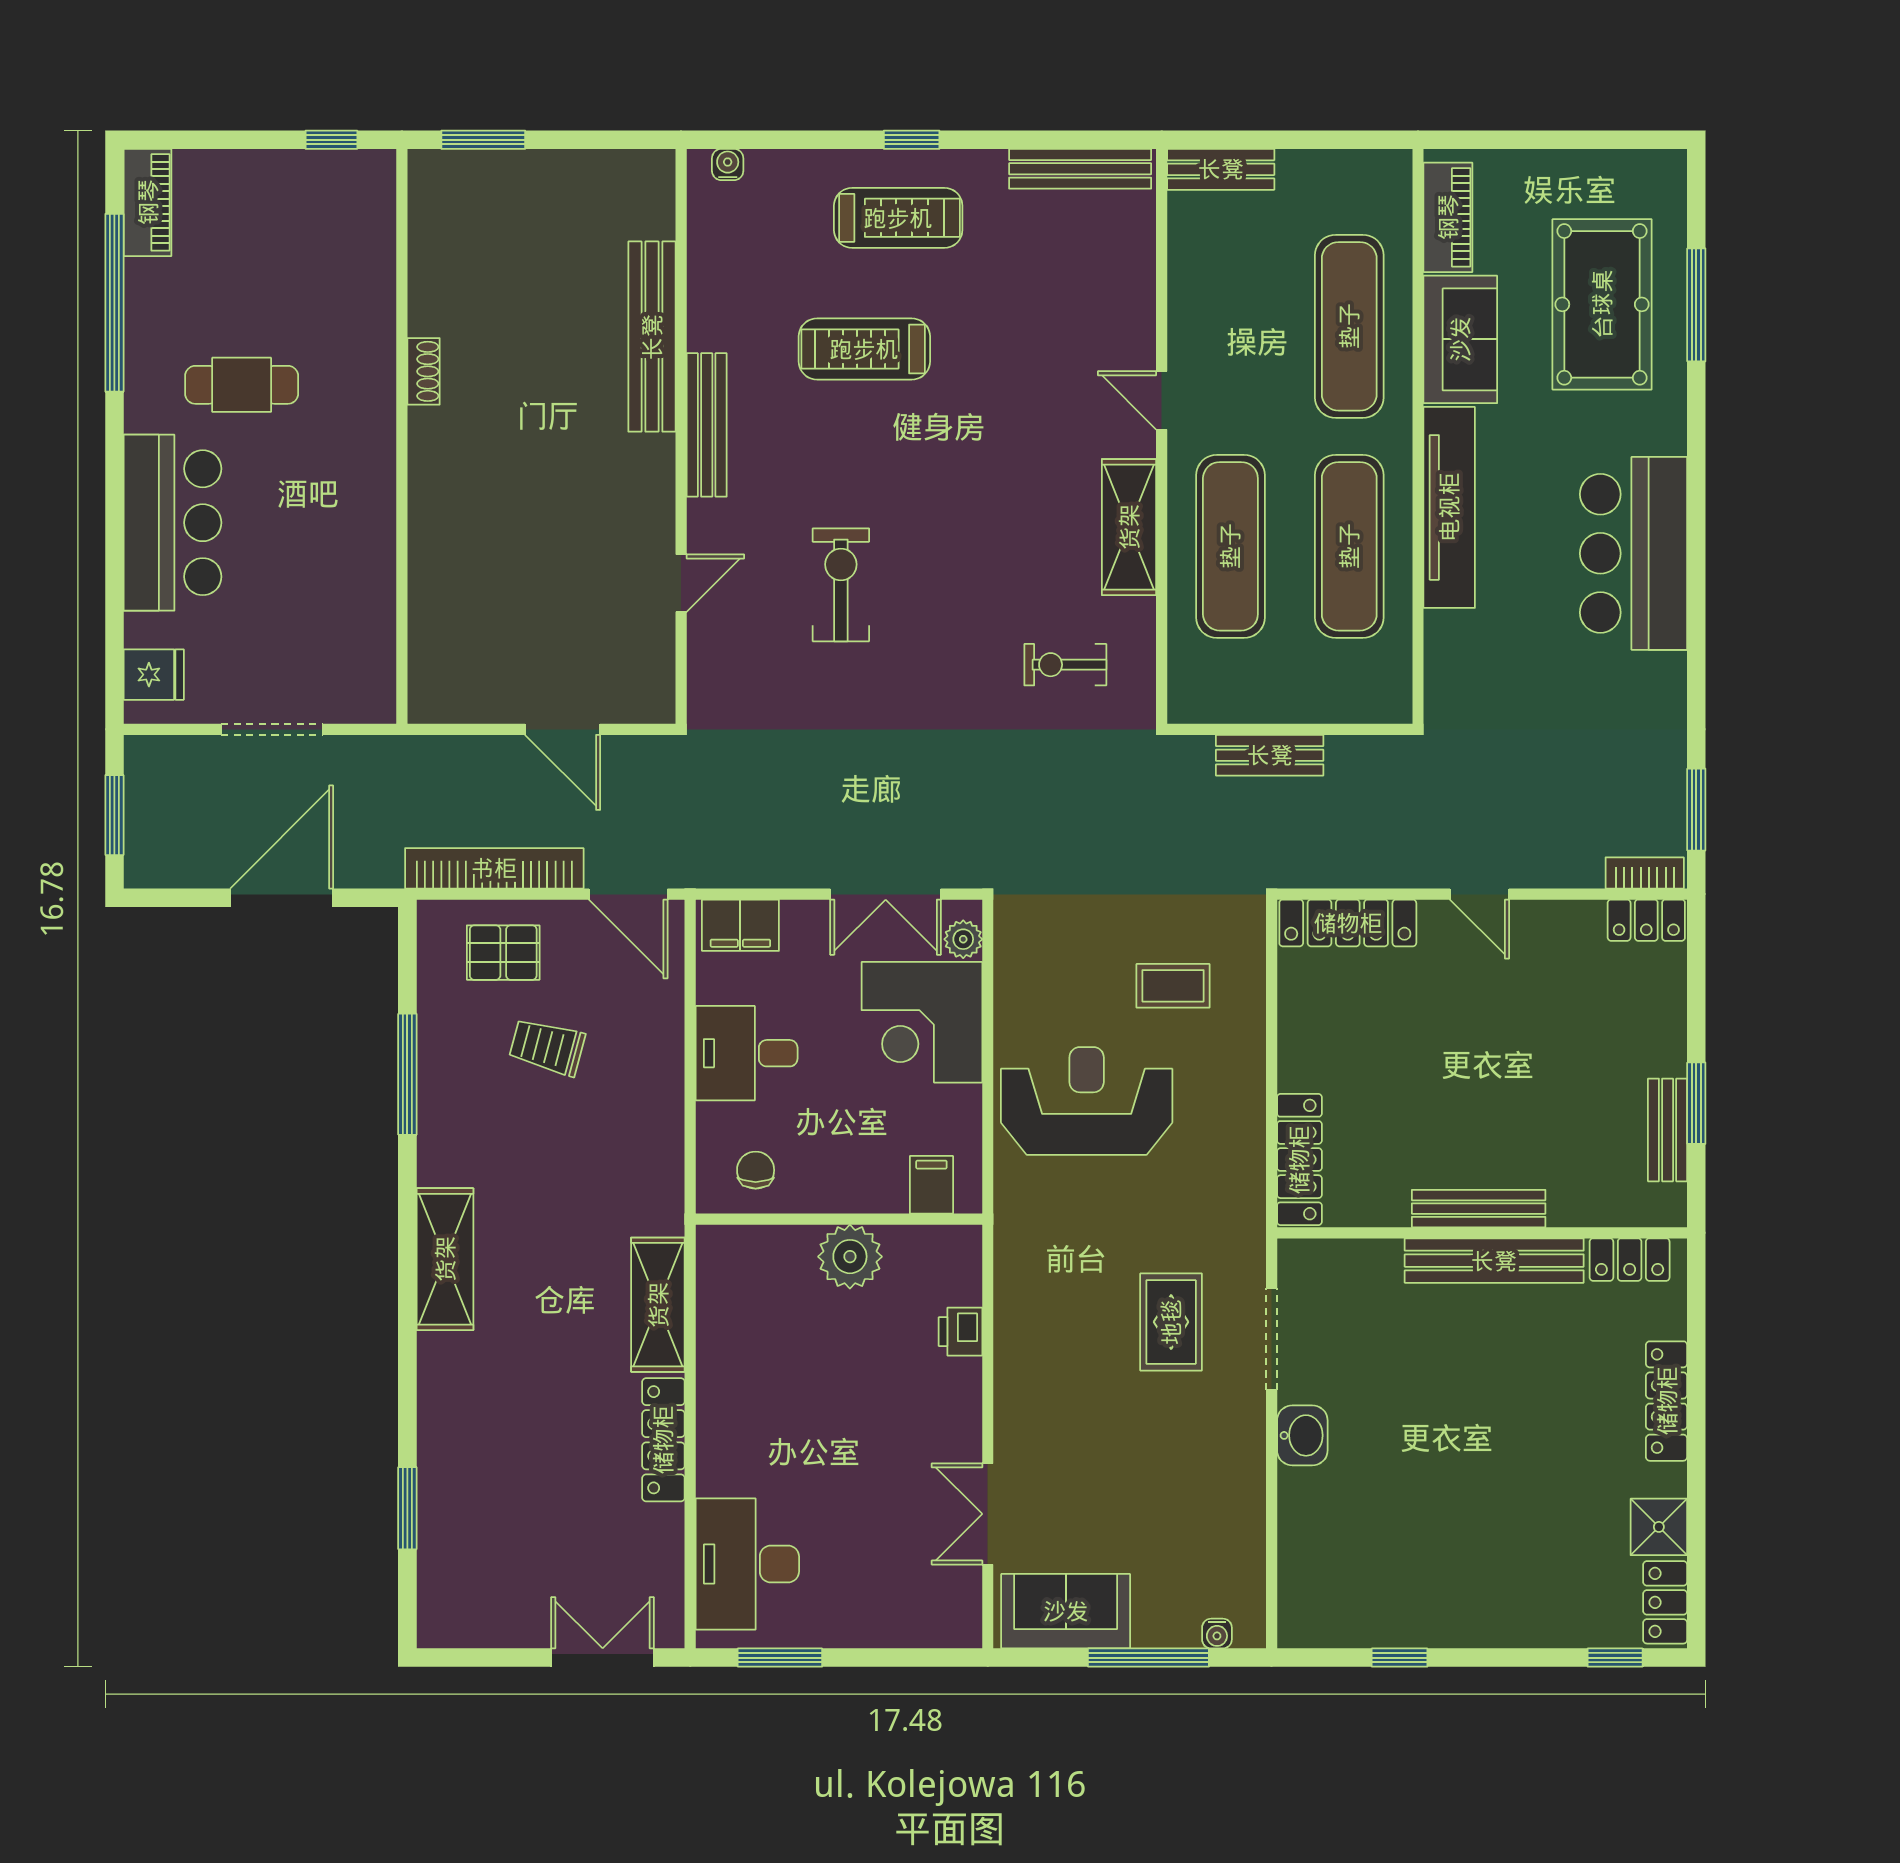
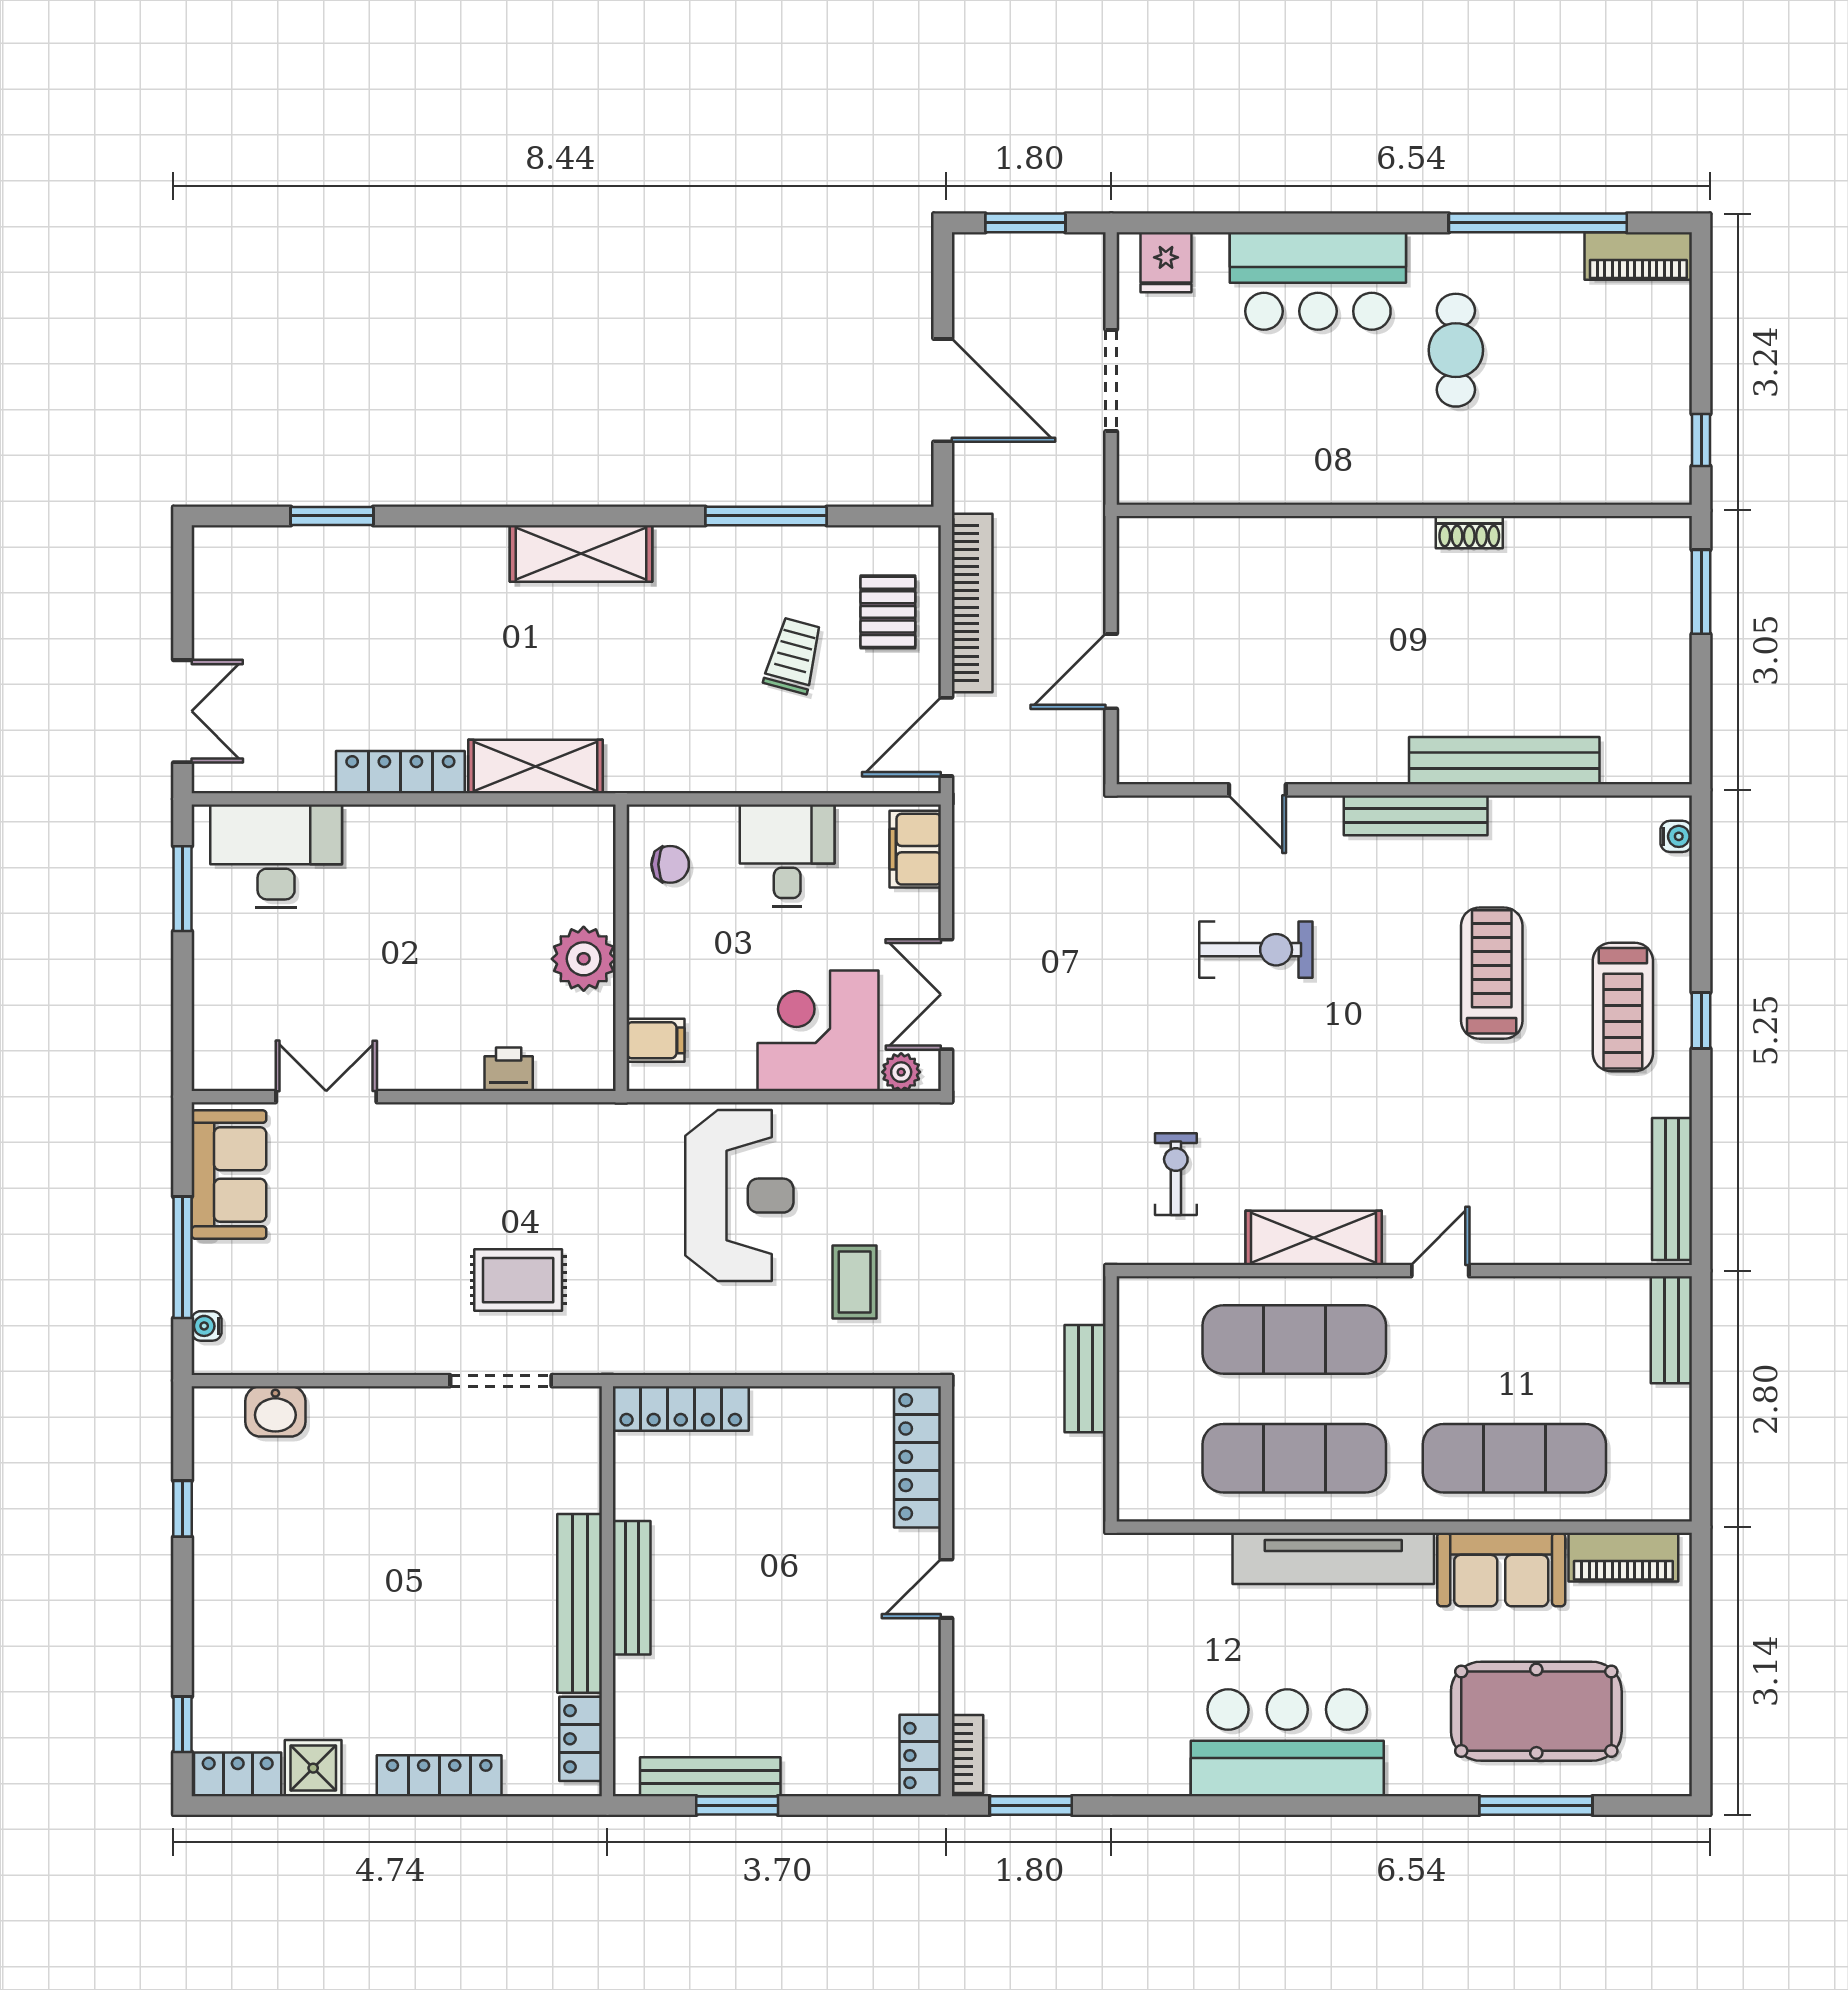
bench: (1668, 1130) -> (710, 1777), width x1.36
washbasin: (1302, 1435) -> (275, 1411), moved

